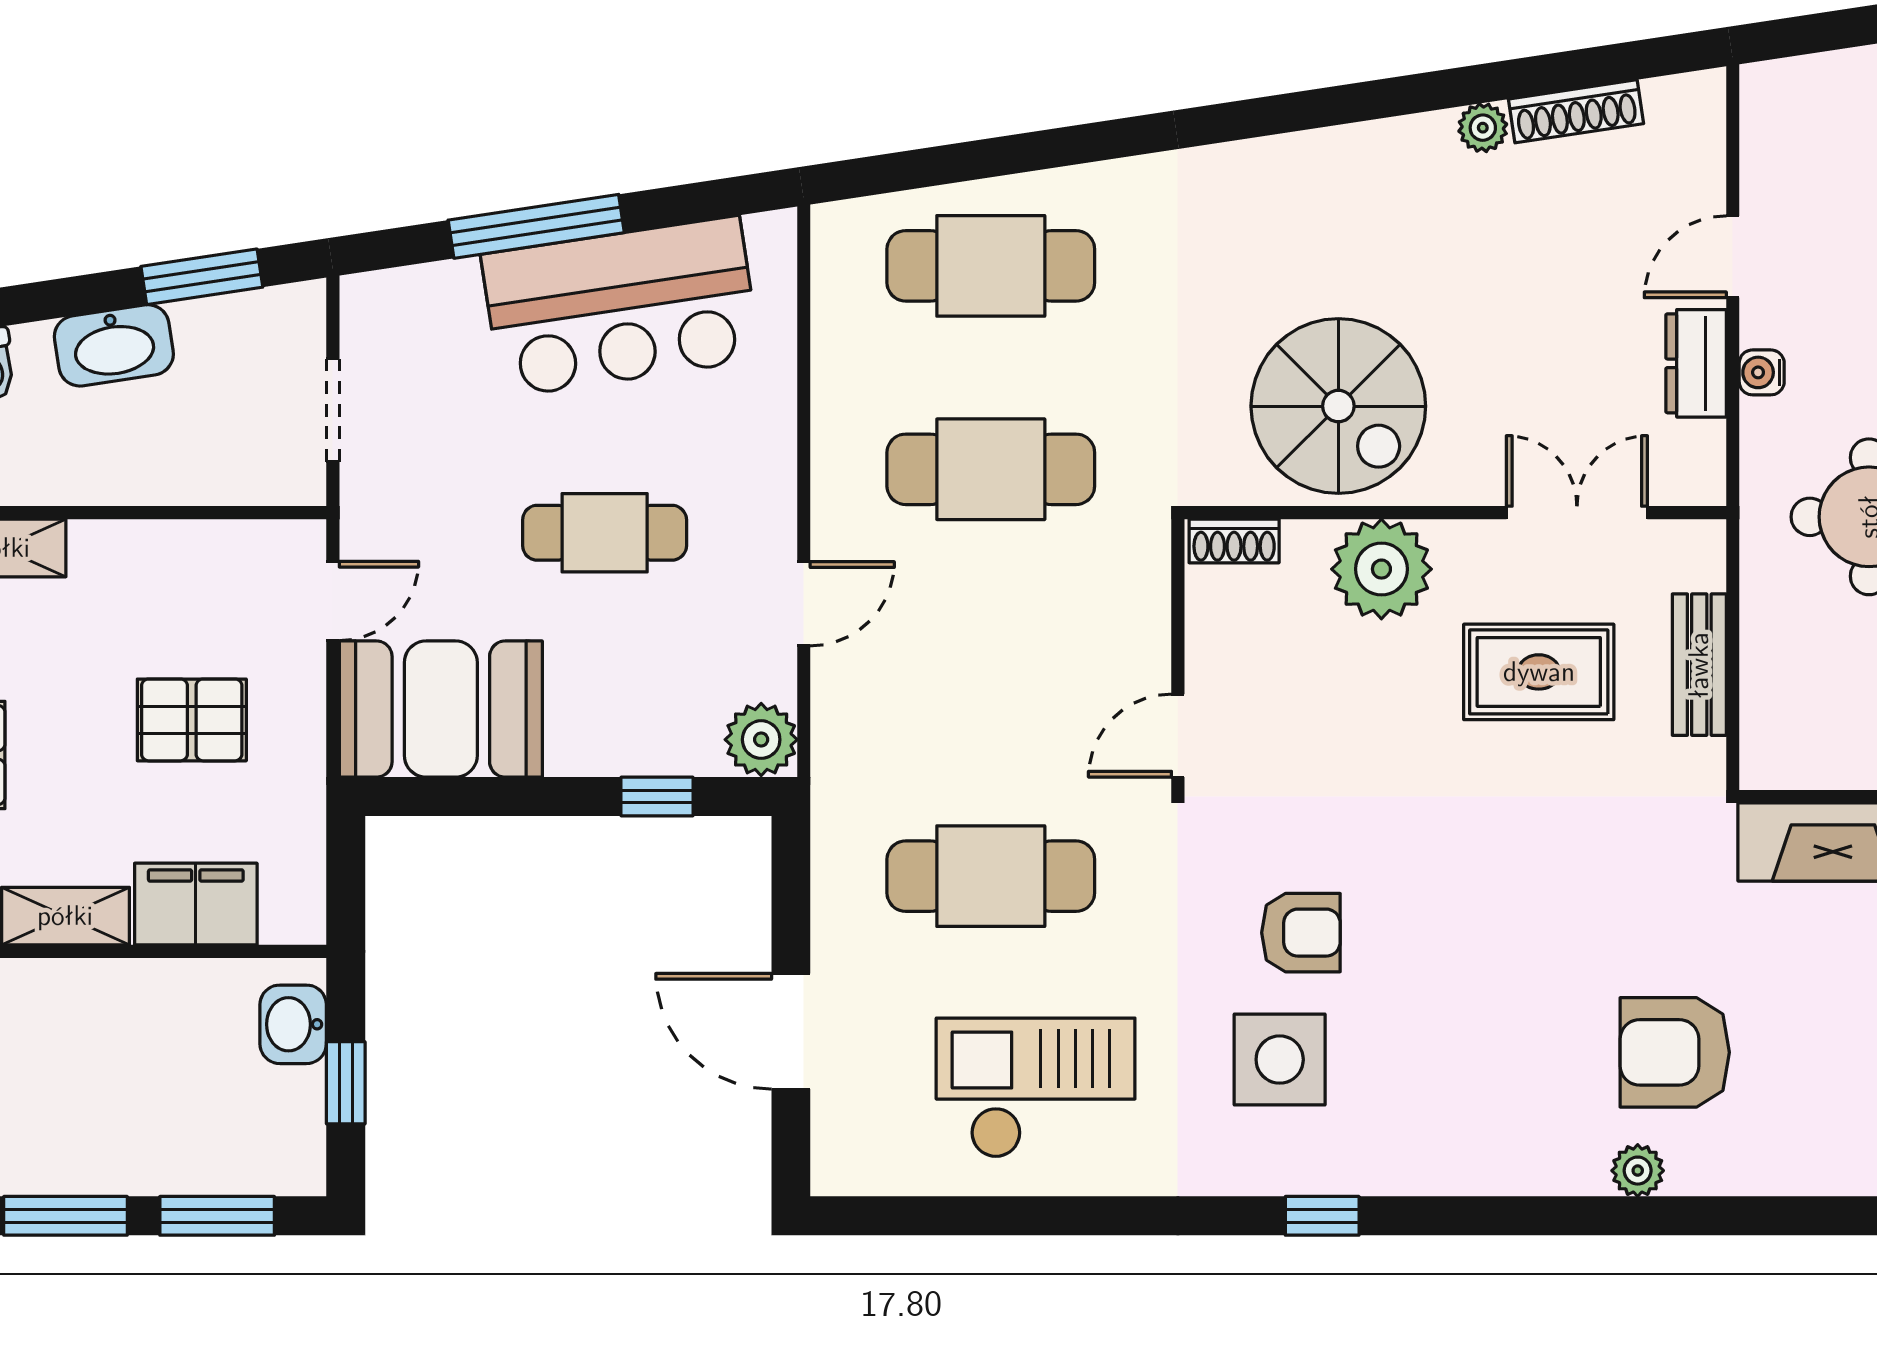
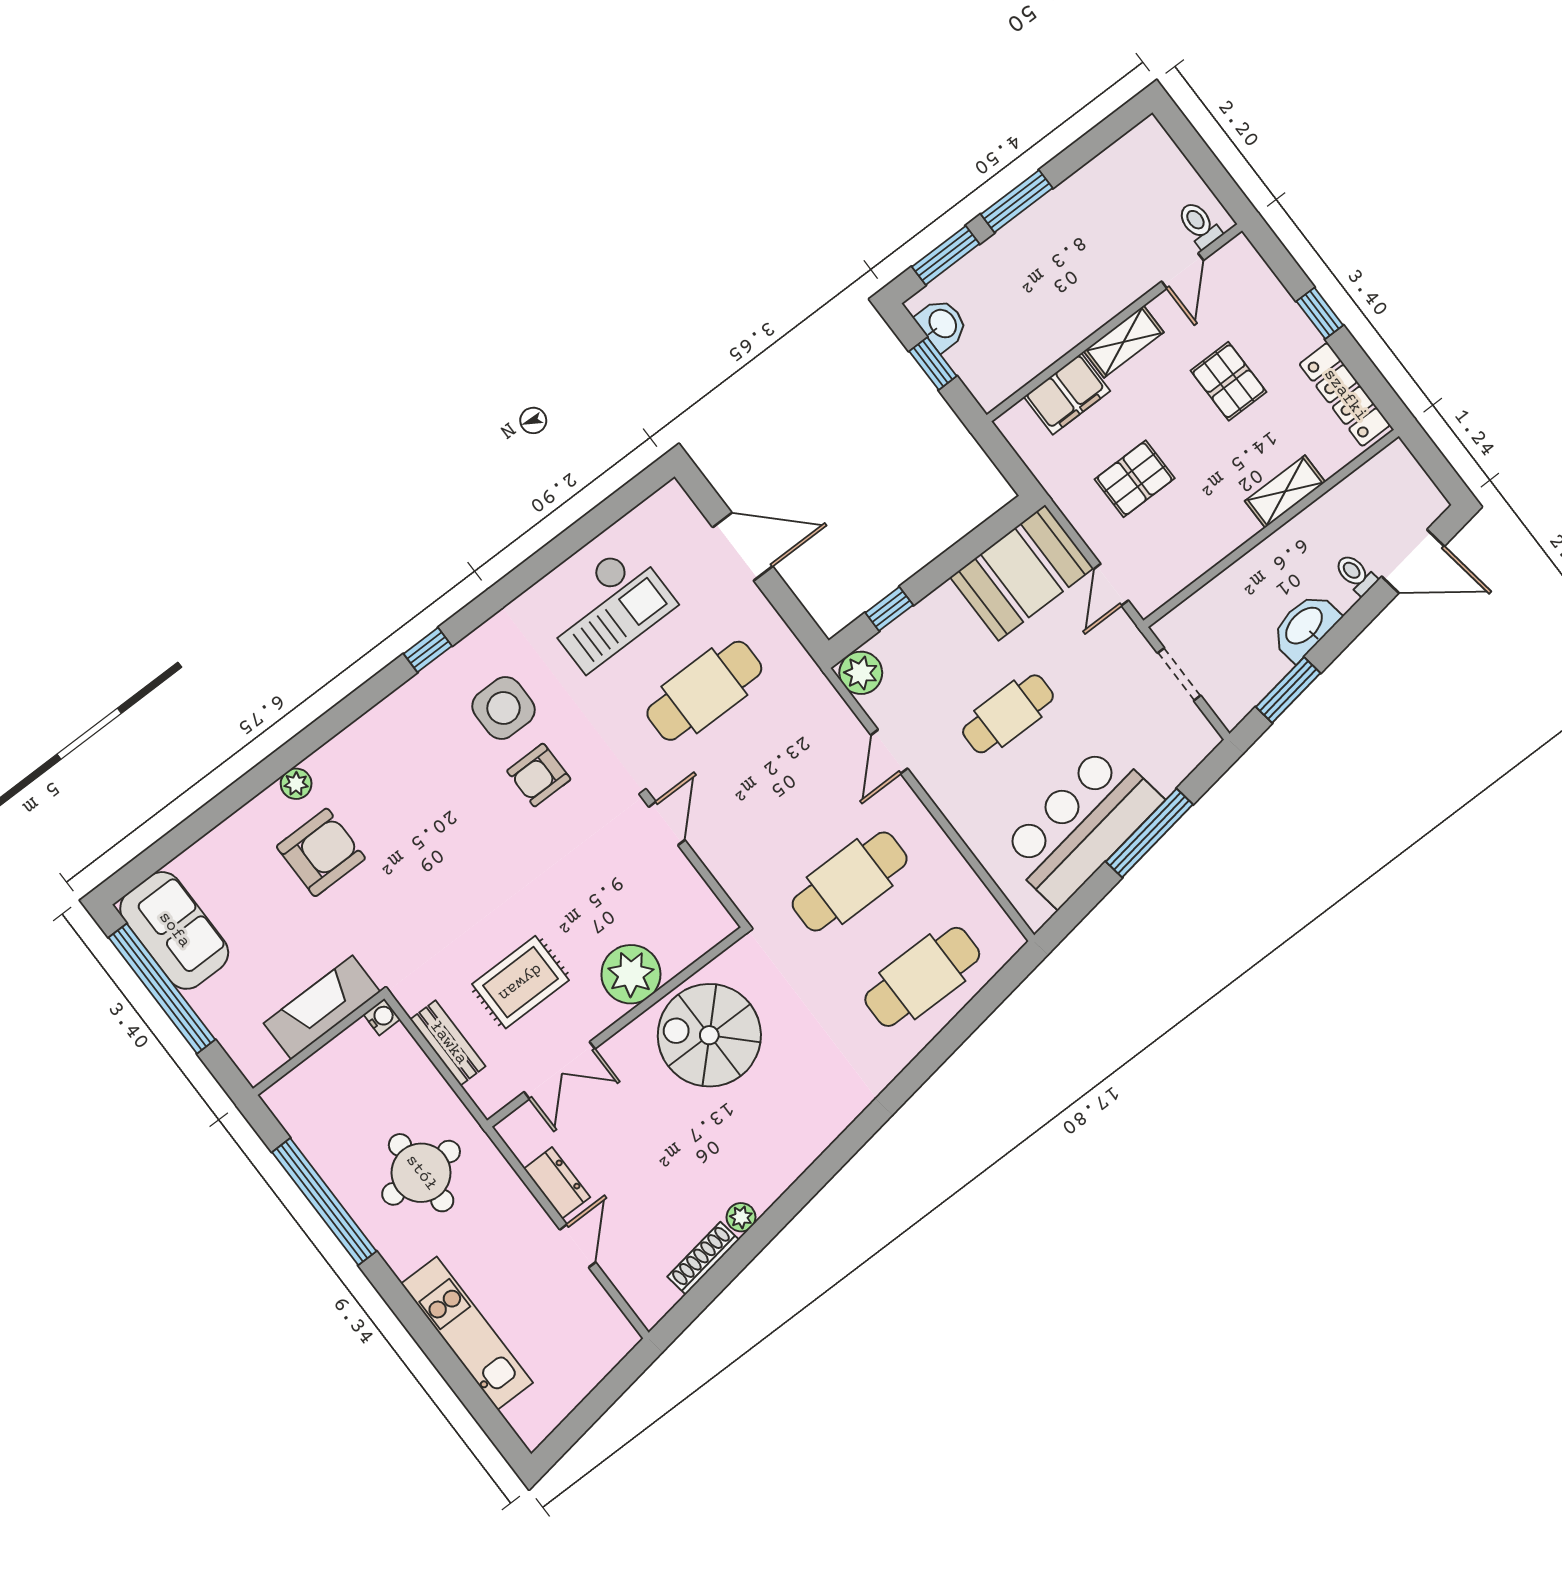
water cooler: (1762, 372) -> (382, 1017), moved
shoe rack: (1234, 541) -> (710, 935), removed
washbasin: (293, 1024) -> (942, 324), moved

